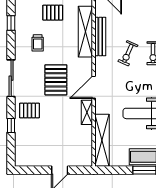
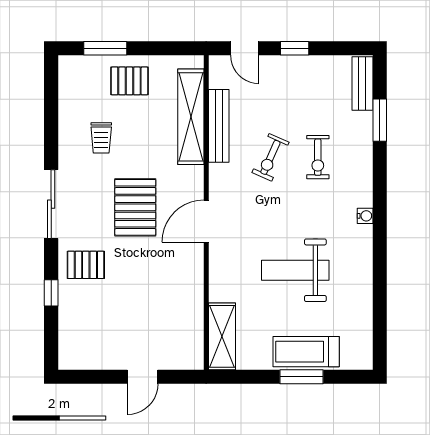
window: (11, 23) -> (51, 101), removed
shelving: (87, 112) -> (194, 268), removed
shelving: (102, 140) -> (222, 336), width x0.68

